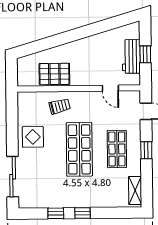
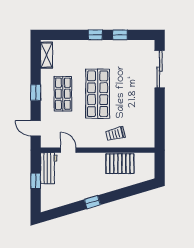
window: (84, 32) -> (92, 202), added
workbench: (131, 56) -> (49, 168), moved
display table: (33, 137) -> (140, 106), removed

